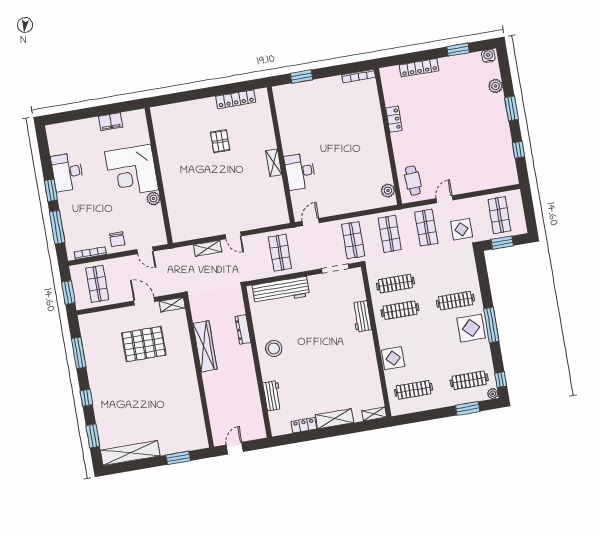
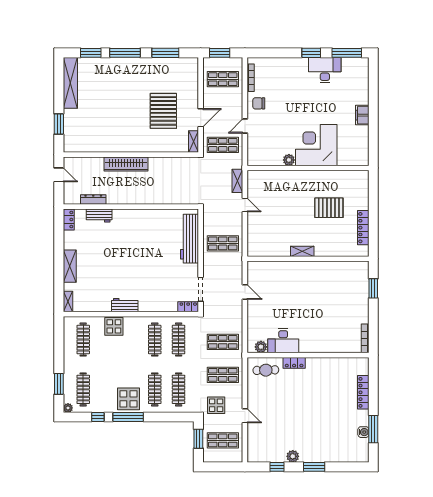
window: (458, 50) -> (373, 429), width x1.44
water cooler: (488, 56) -> (363, 432), moved
plant: (495, 86) -> (293, 456), moved
locker: (394, 119) -> (294, 363), moved
pallet: (220, 141) -> (329, 208), width x1.50, depth x1.42
corner desk: (132, 171) -> (316, 145), moved
desk: (300, 171) -> (283, 341), moved, turned 180
wall: (159, 176) -> (308, 168), moved
plant: (153, 199) -> (289, 160), moved
door: (444, 199) -> (245, 416), moved
door: (311, 222) -> (245, 292), moved
window: (57, 227) -> (347, 53), moved
door: (233, 235) -> (245, 205), swing flipped
shop shelf: (353, 240) -> (223, 145), moved
clothes rail: (451, 274) -> (179, 389), added
locker: (357, 279) -> (188, 307), added
workbench: (362, 316) -> (125, 305), moved
dresser: (243, 329) -> (93, 200), moved
wardrobe: (205, 346) -> (126, 164), moved
stool: (274, 348) -> (140, 224), removed
window: (501, 380) -> (98, 417), moved
window: (86, 398) -> (125, 53), width x2.17
locker: (304, 425) -> (69, 220), moved

